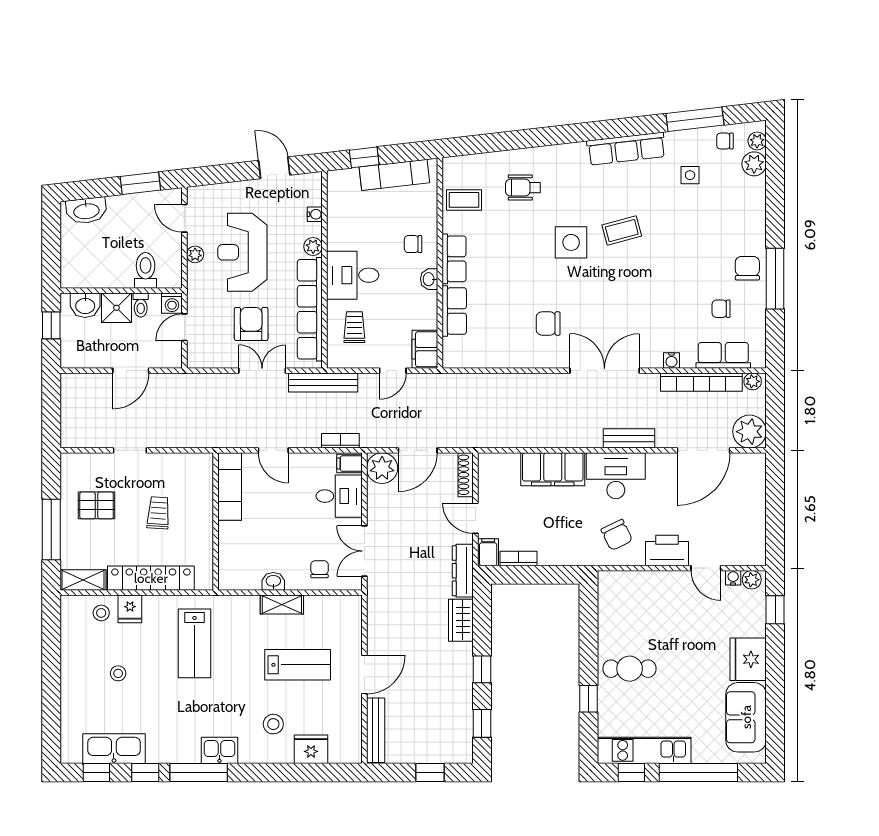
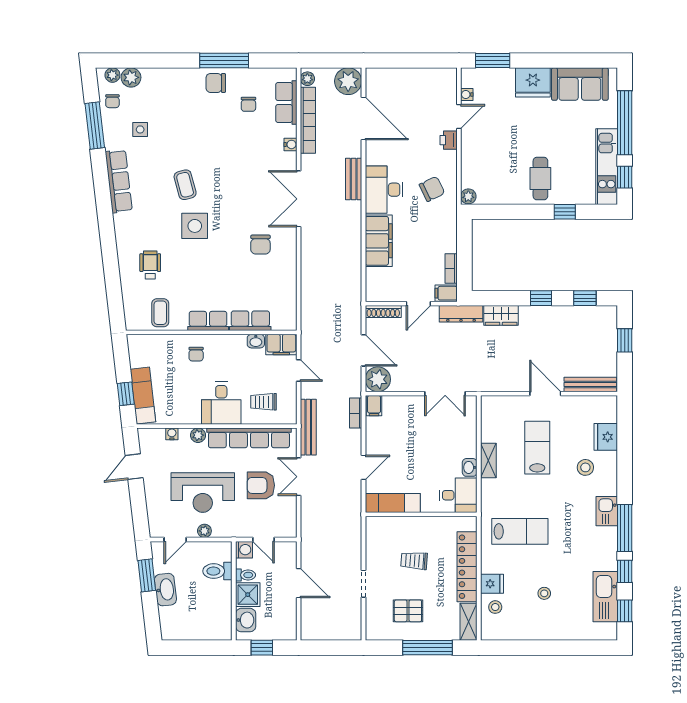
exam couch: (394, 175) -> (143, 396), moved
wheelchair: (523, 188) -> (150, 265), turned 180
washbasin: (86, 211) -> (165, 590), moved
washbasin: (429, 279) -> (256, 341), moved
desk: (339, 496) -> (458, 495), moved, turned 90
pallet: (97, 505) -> (408, 611), turned 90
printer: (667, 551) -> (449, 140), width x0.53, depth x0.68
chair: (320, 569) -> (460, 430), removed
plant: (752, 580) -> (468, 196), moved
window: (775, 610) -> (493, 60), width x1.50

